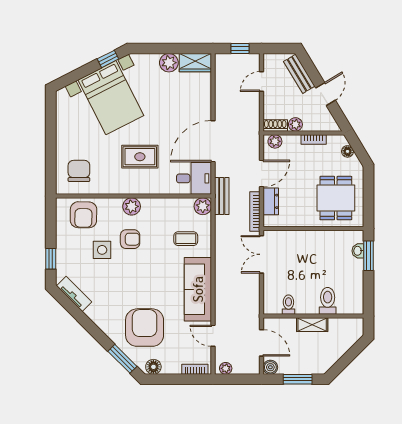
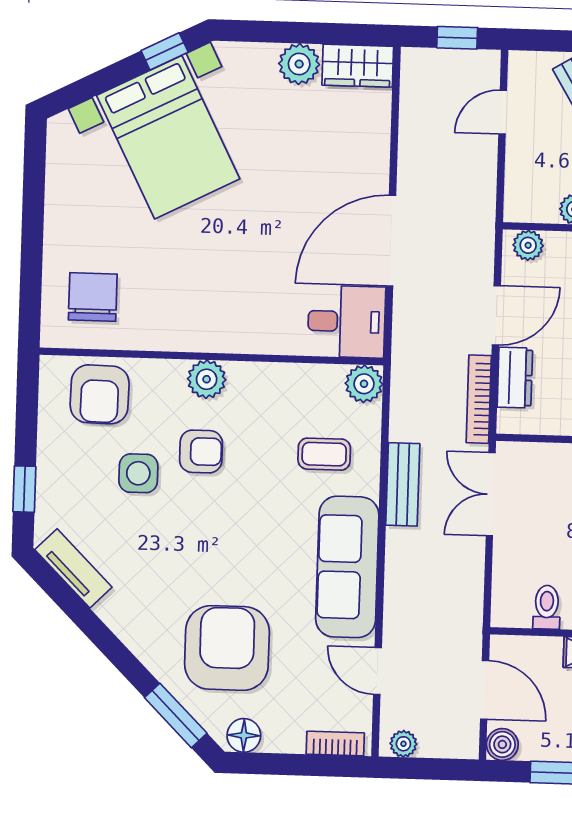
shoe rack: (275, 125) -> (530, 210), removed
rug: (140, 157) -> (228, 270), removed
bench: (222, 196) -> (403, 484), moved

